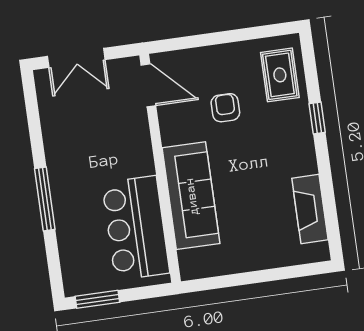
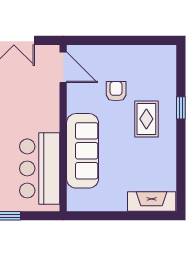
rug: (280, 75) -> (146, 119), moved
fireplace: (310, 209) -> (152, 201), moved, turned 90

